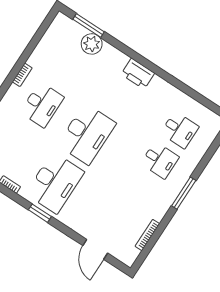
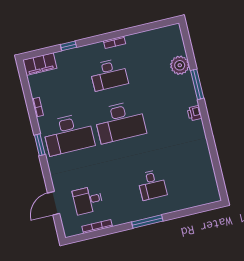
window: (89, 26) -> (197, 84), moved
printer: (138, 74) -> (195, 113), width x0.53, depth x0.68
desk: (180, 130) -> (88, 200), moved, turned 90

